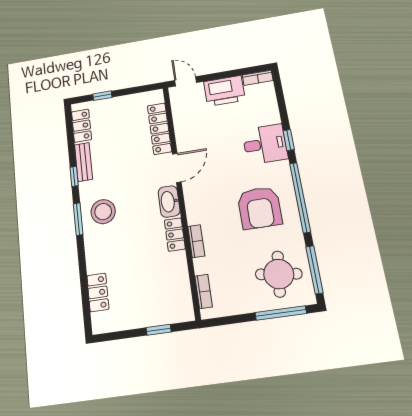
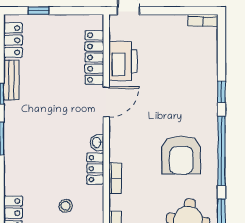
printer: (224, 91) -> (123, 61), moved, turned -90
desk: (265, 144) -> (198, 92), removed
washbasin: (169, 201) -> (97, 142), width x0.52, depth x0.69
stool: (103, 212) -> (66, 206), moved, width x0.53, depth x0.53

